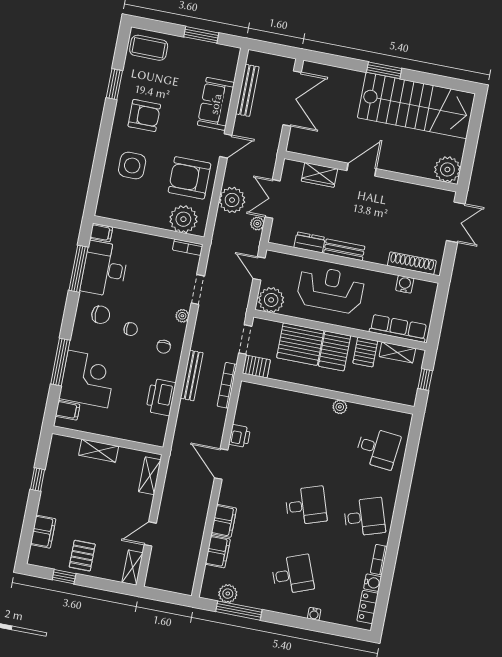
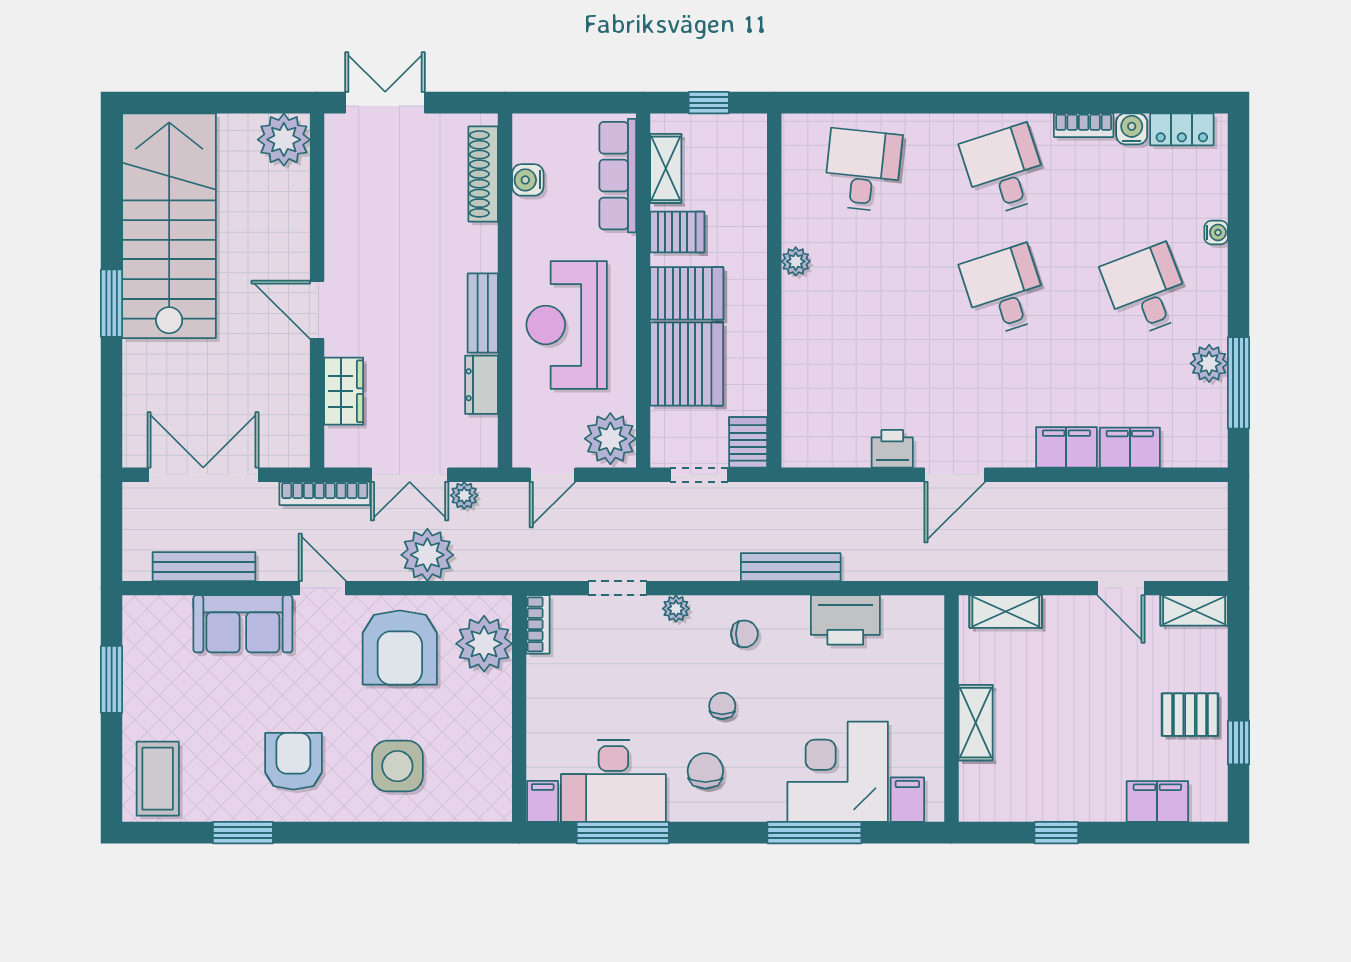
bookcase: (227, 385) -> (325, 493), moved
plant: (228, 594) -> (1209, 363), moved

